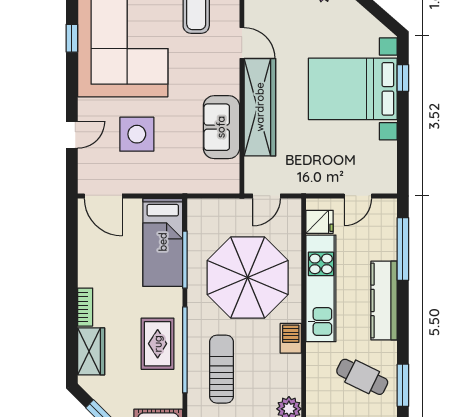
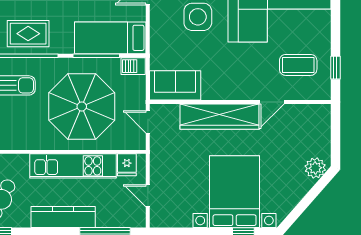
sofa: (221, 127) -> (175, 85), moved
barbecue: (291, 338) -> (133, 66), moved, turned 180

